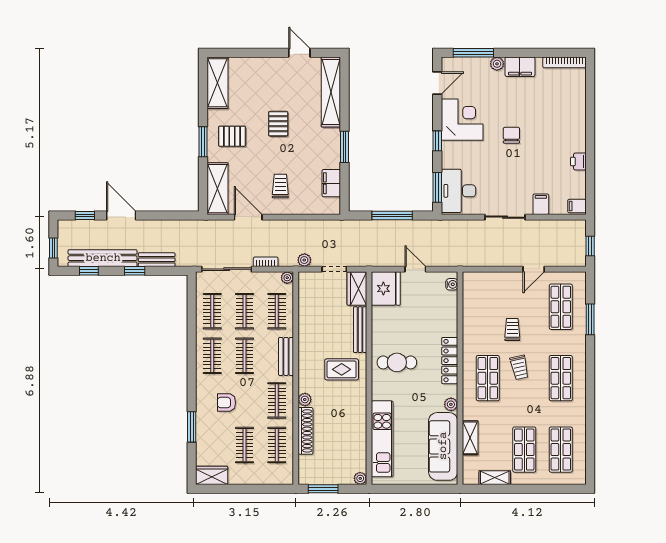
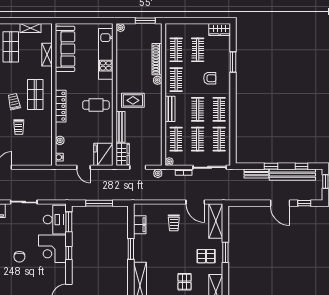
corner desk: (462, 120) -> (52, 249), moved
pallet: (278, 124) -> (185, 282), moved
plant: (451, 404) -> (60, 140), moved

